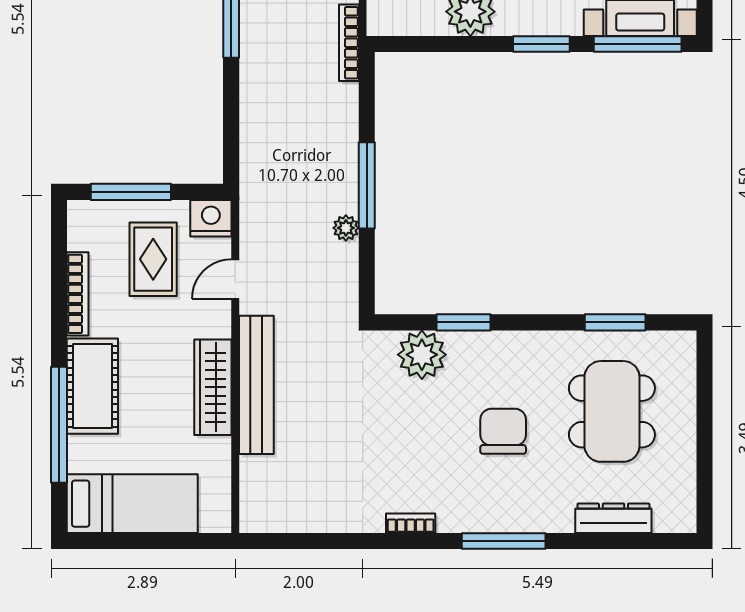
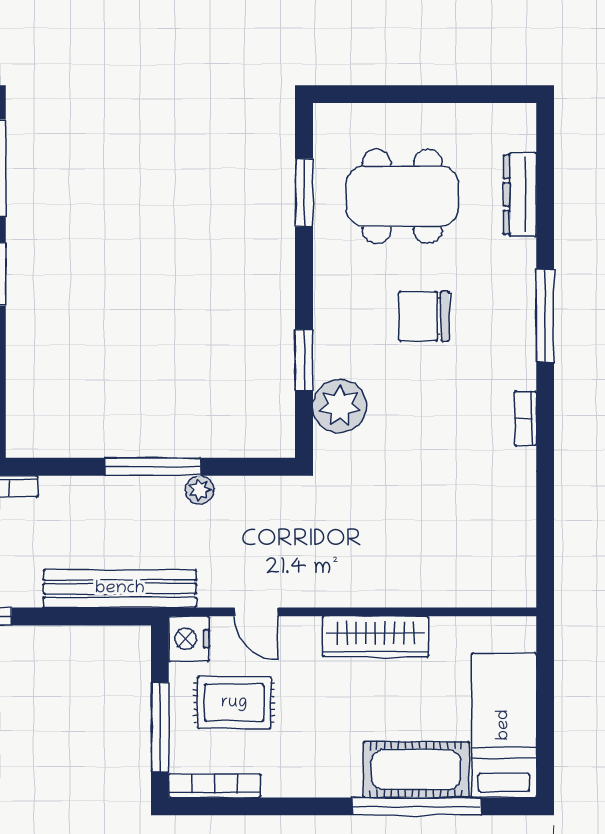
bookcase: (78, 294) -> (215, 786), moved
bench: (256, 385) -> (120, 589), moved
cot: (92, 386) -> (416, 770), moved

